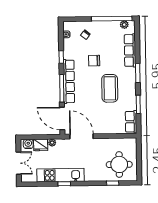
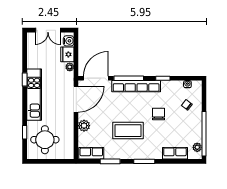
row of seats: (130, 50) -> (175, 153), width x0.68
plant: (106, 129) -> (84, 126), added
kitchen unit: (61, 175) -> (34, 95), moved

